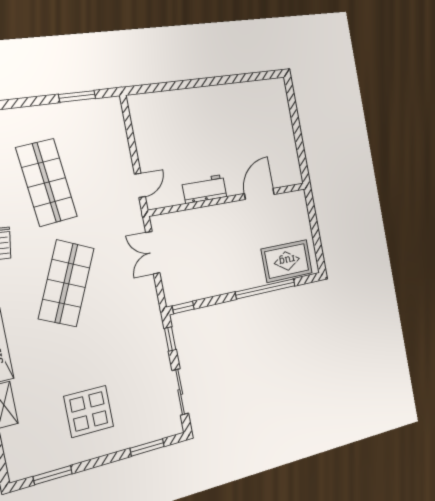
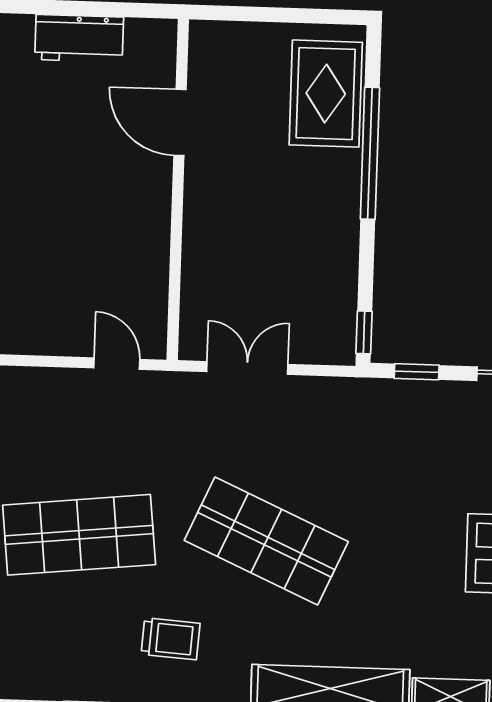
workbench: (204, 189) -> (79, 38), moved, turned -90
double door: (153, 253) -> (247, 368), swing flipped

